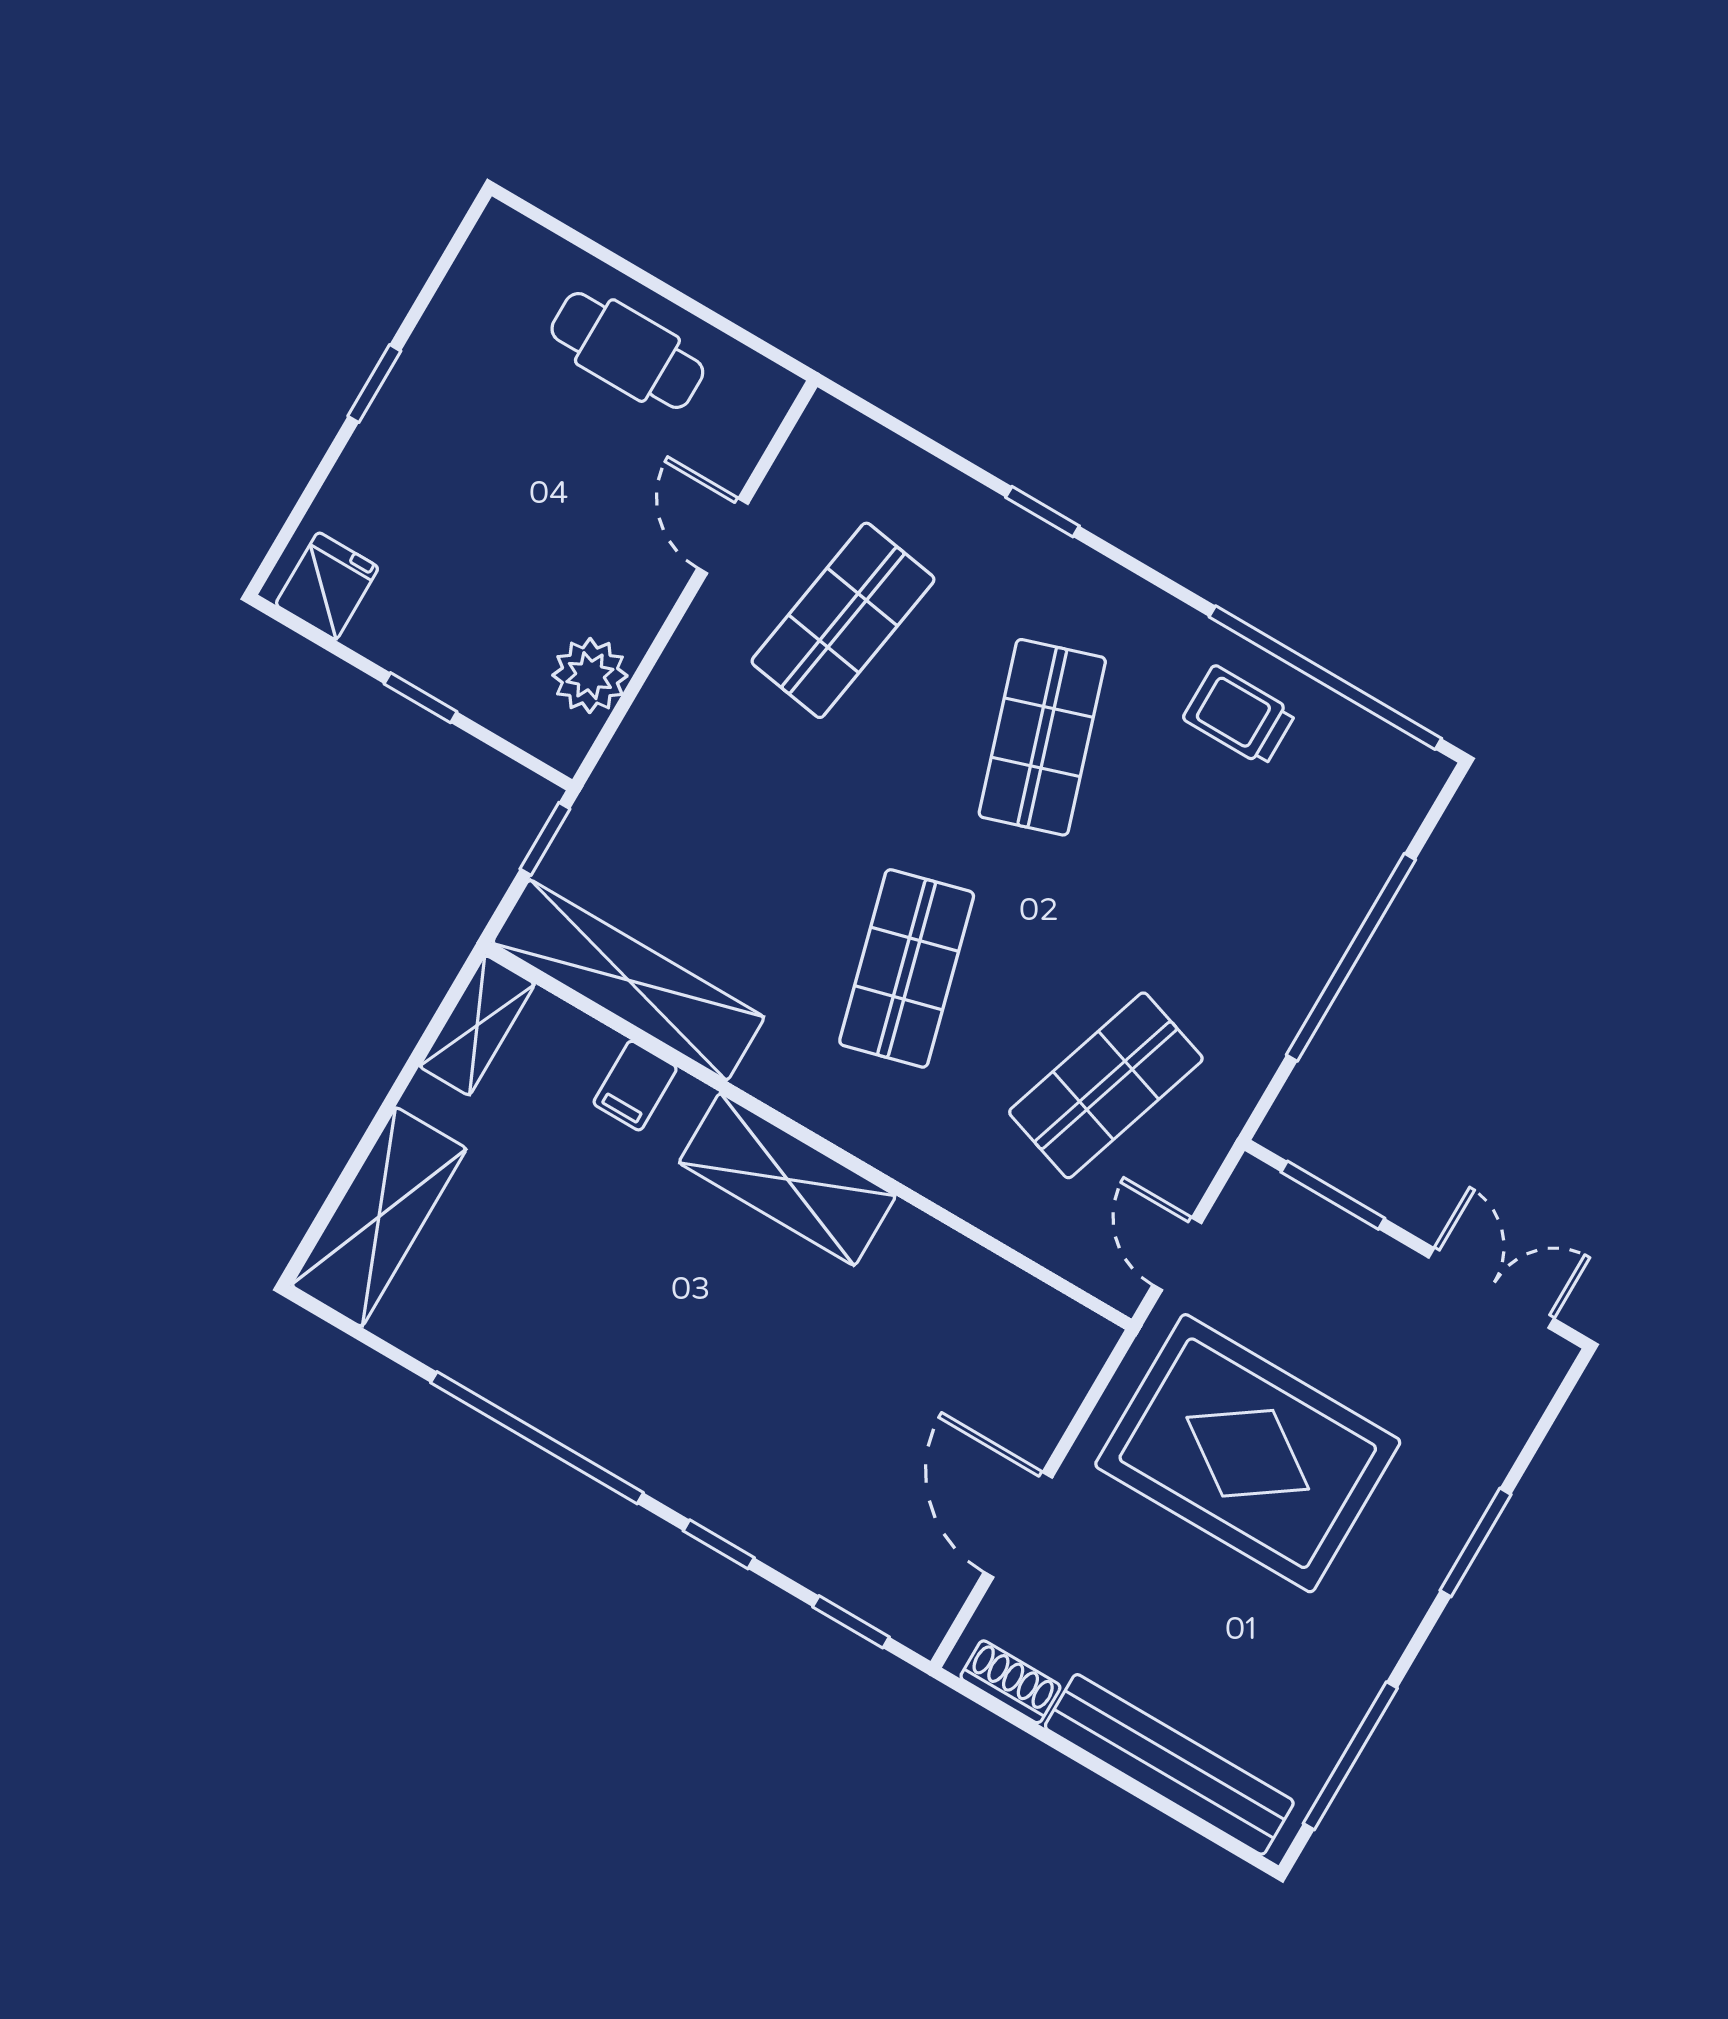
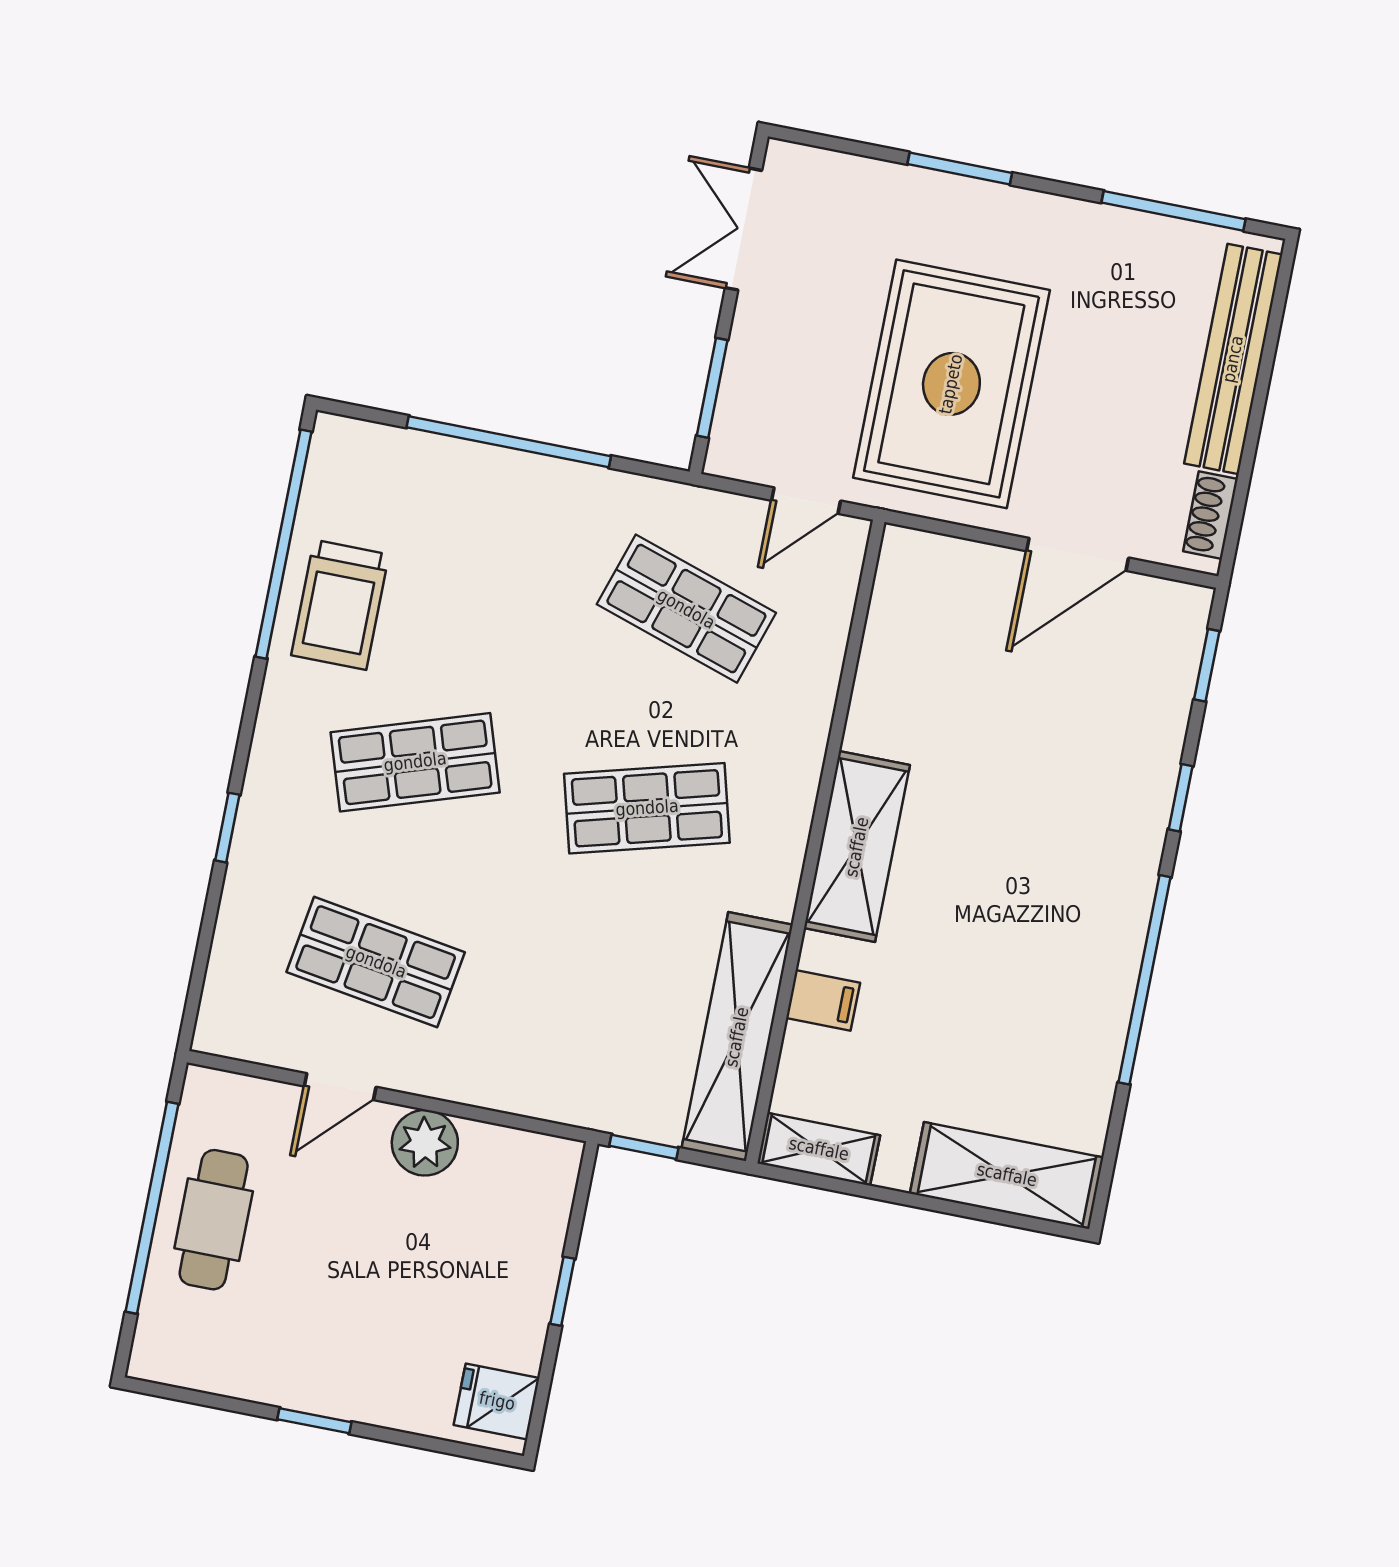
window: (663, 289) -> (152, 1208), added
plant: (590, 676) -> (425, 1143), moved
trolley: (1239, 716) -> (340, 605), width x1.36, depth x1.39

